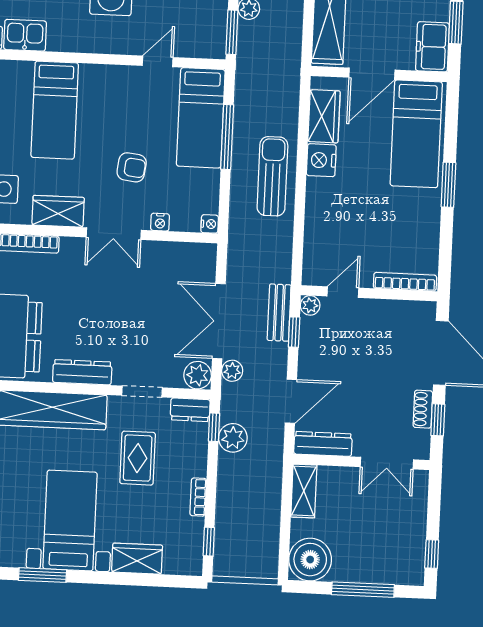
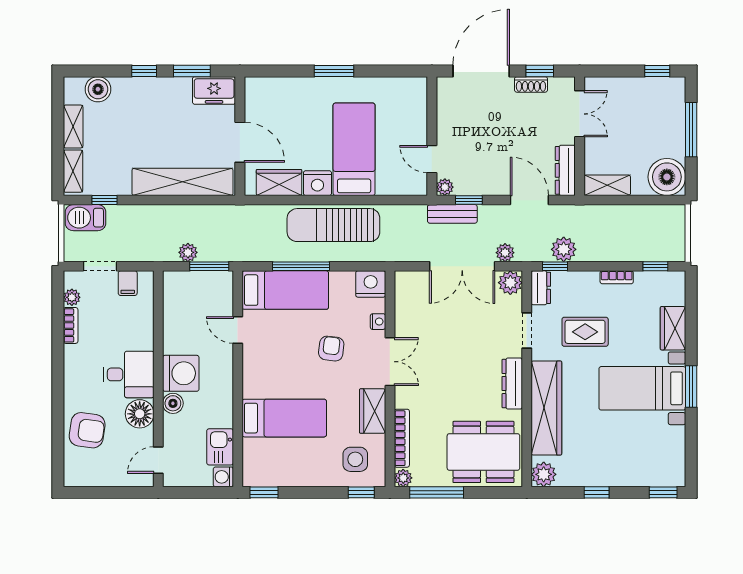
bed: (416, 134) -> (354, 149), moved, turned -90
sun lounger: (272, 176) -> (333, 225), width x1.36, depth x1.34
nightstand: (210, 224) -> (371, 284), width x1.89, depth x1.79
bookcase: (405, 282) -> (420, 105), removed
window: (42, 575) -> (691, 386), moved

